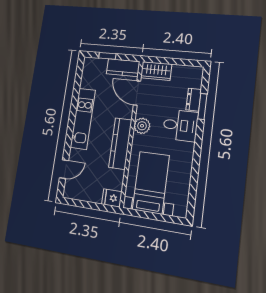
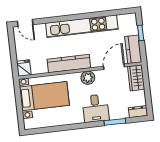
dresser: (194, 100) -> (138, 112), moved
kitchen unit: (83, 119) -> (82, 26), width x1.36
door: (64, 169) -> (25, 23), moved

